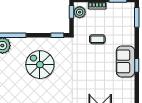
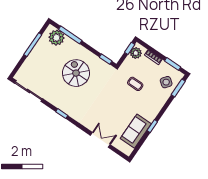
side table: (123, 19) -> (166, 82), added
sofa: (126, 61) -> (136, 131), moved

